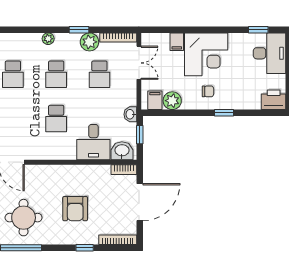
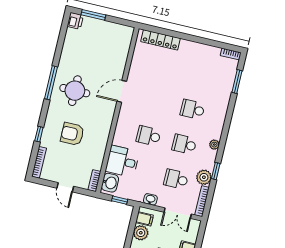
washbasin: (130, 114) -> (150, 199), moved
door: (140, 202) -> (65, 187), width x0.53

